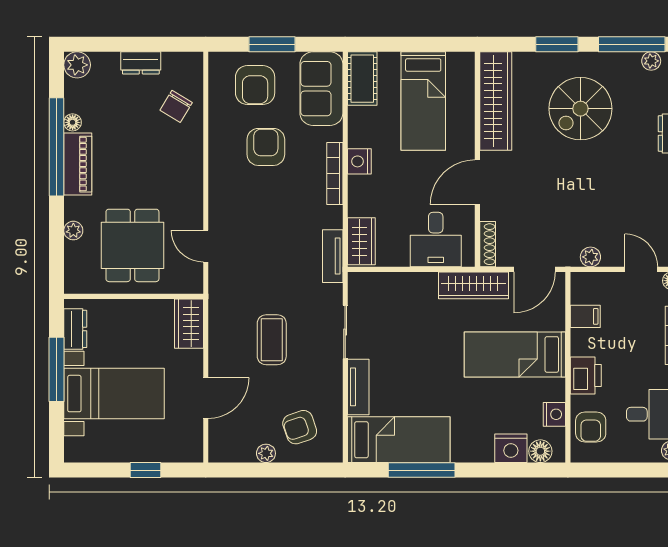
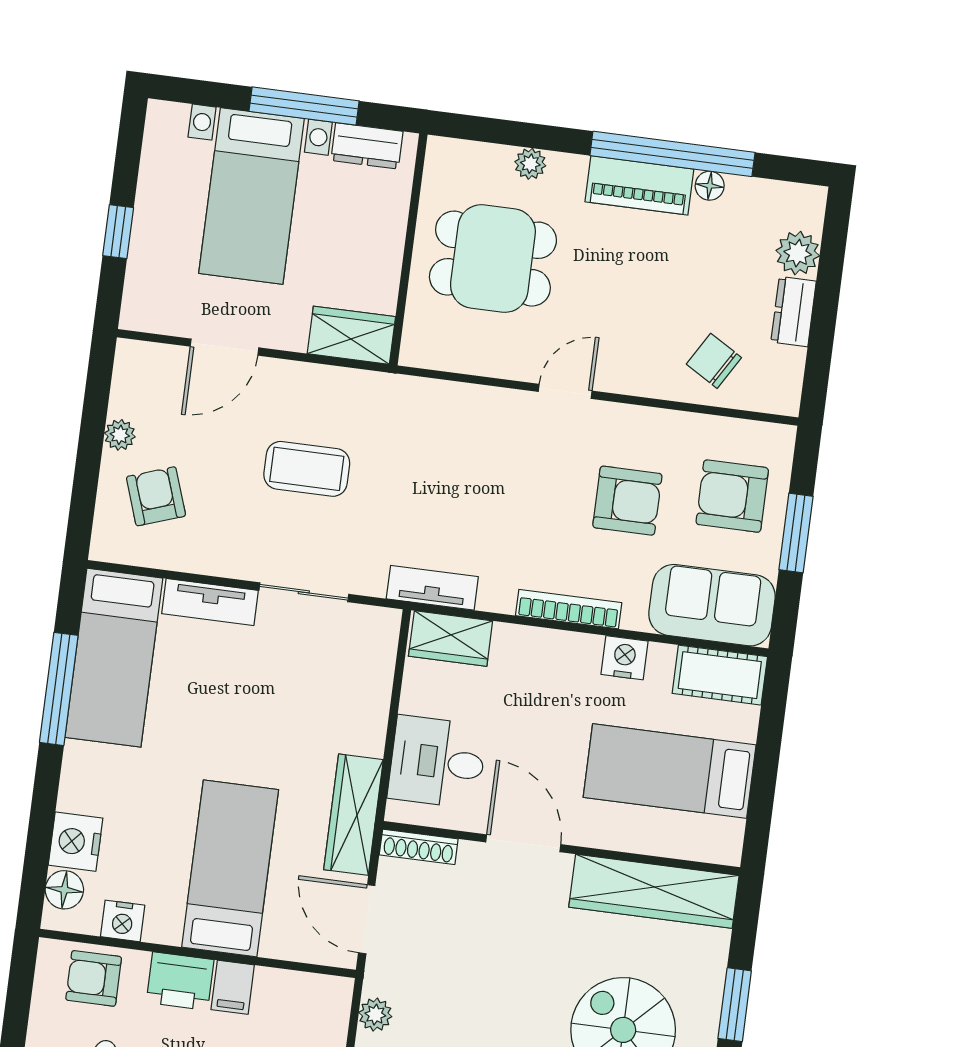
plant: (77, 65) -> (798, 253), moved
nightstand: (359, 161) -> (625, 658), moved
door: (206, 246) -> (565, 391), moved
filing cabinet: (585, 316) -> (233, 987), moved
door: (206, 398) -> (225, 347), hinge flipped

